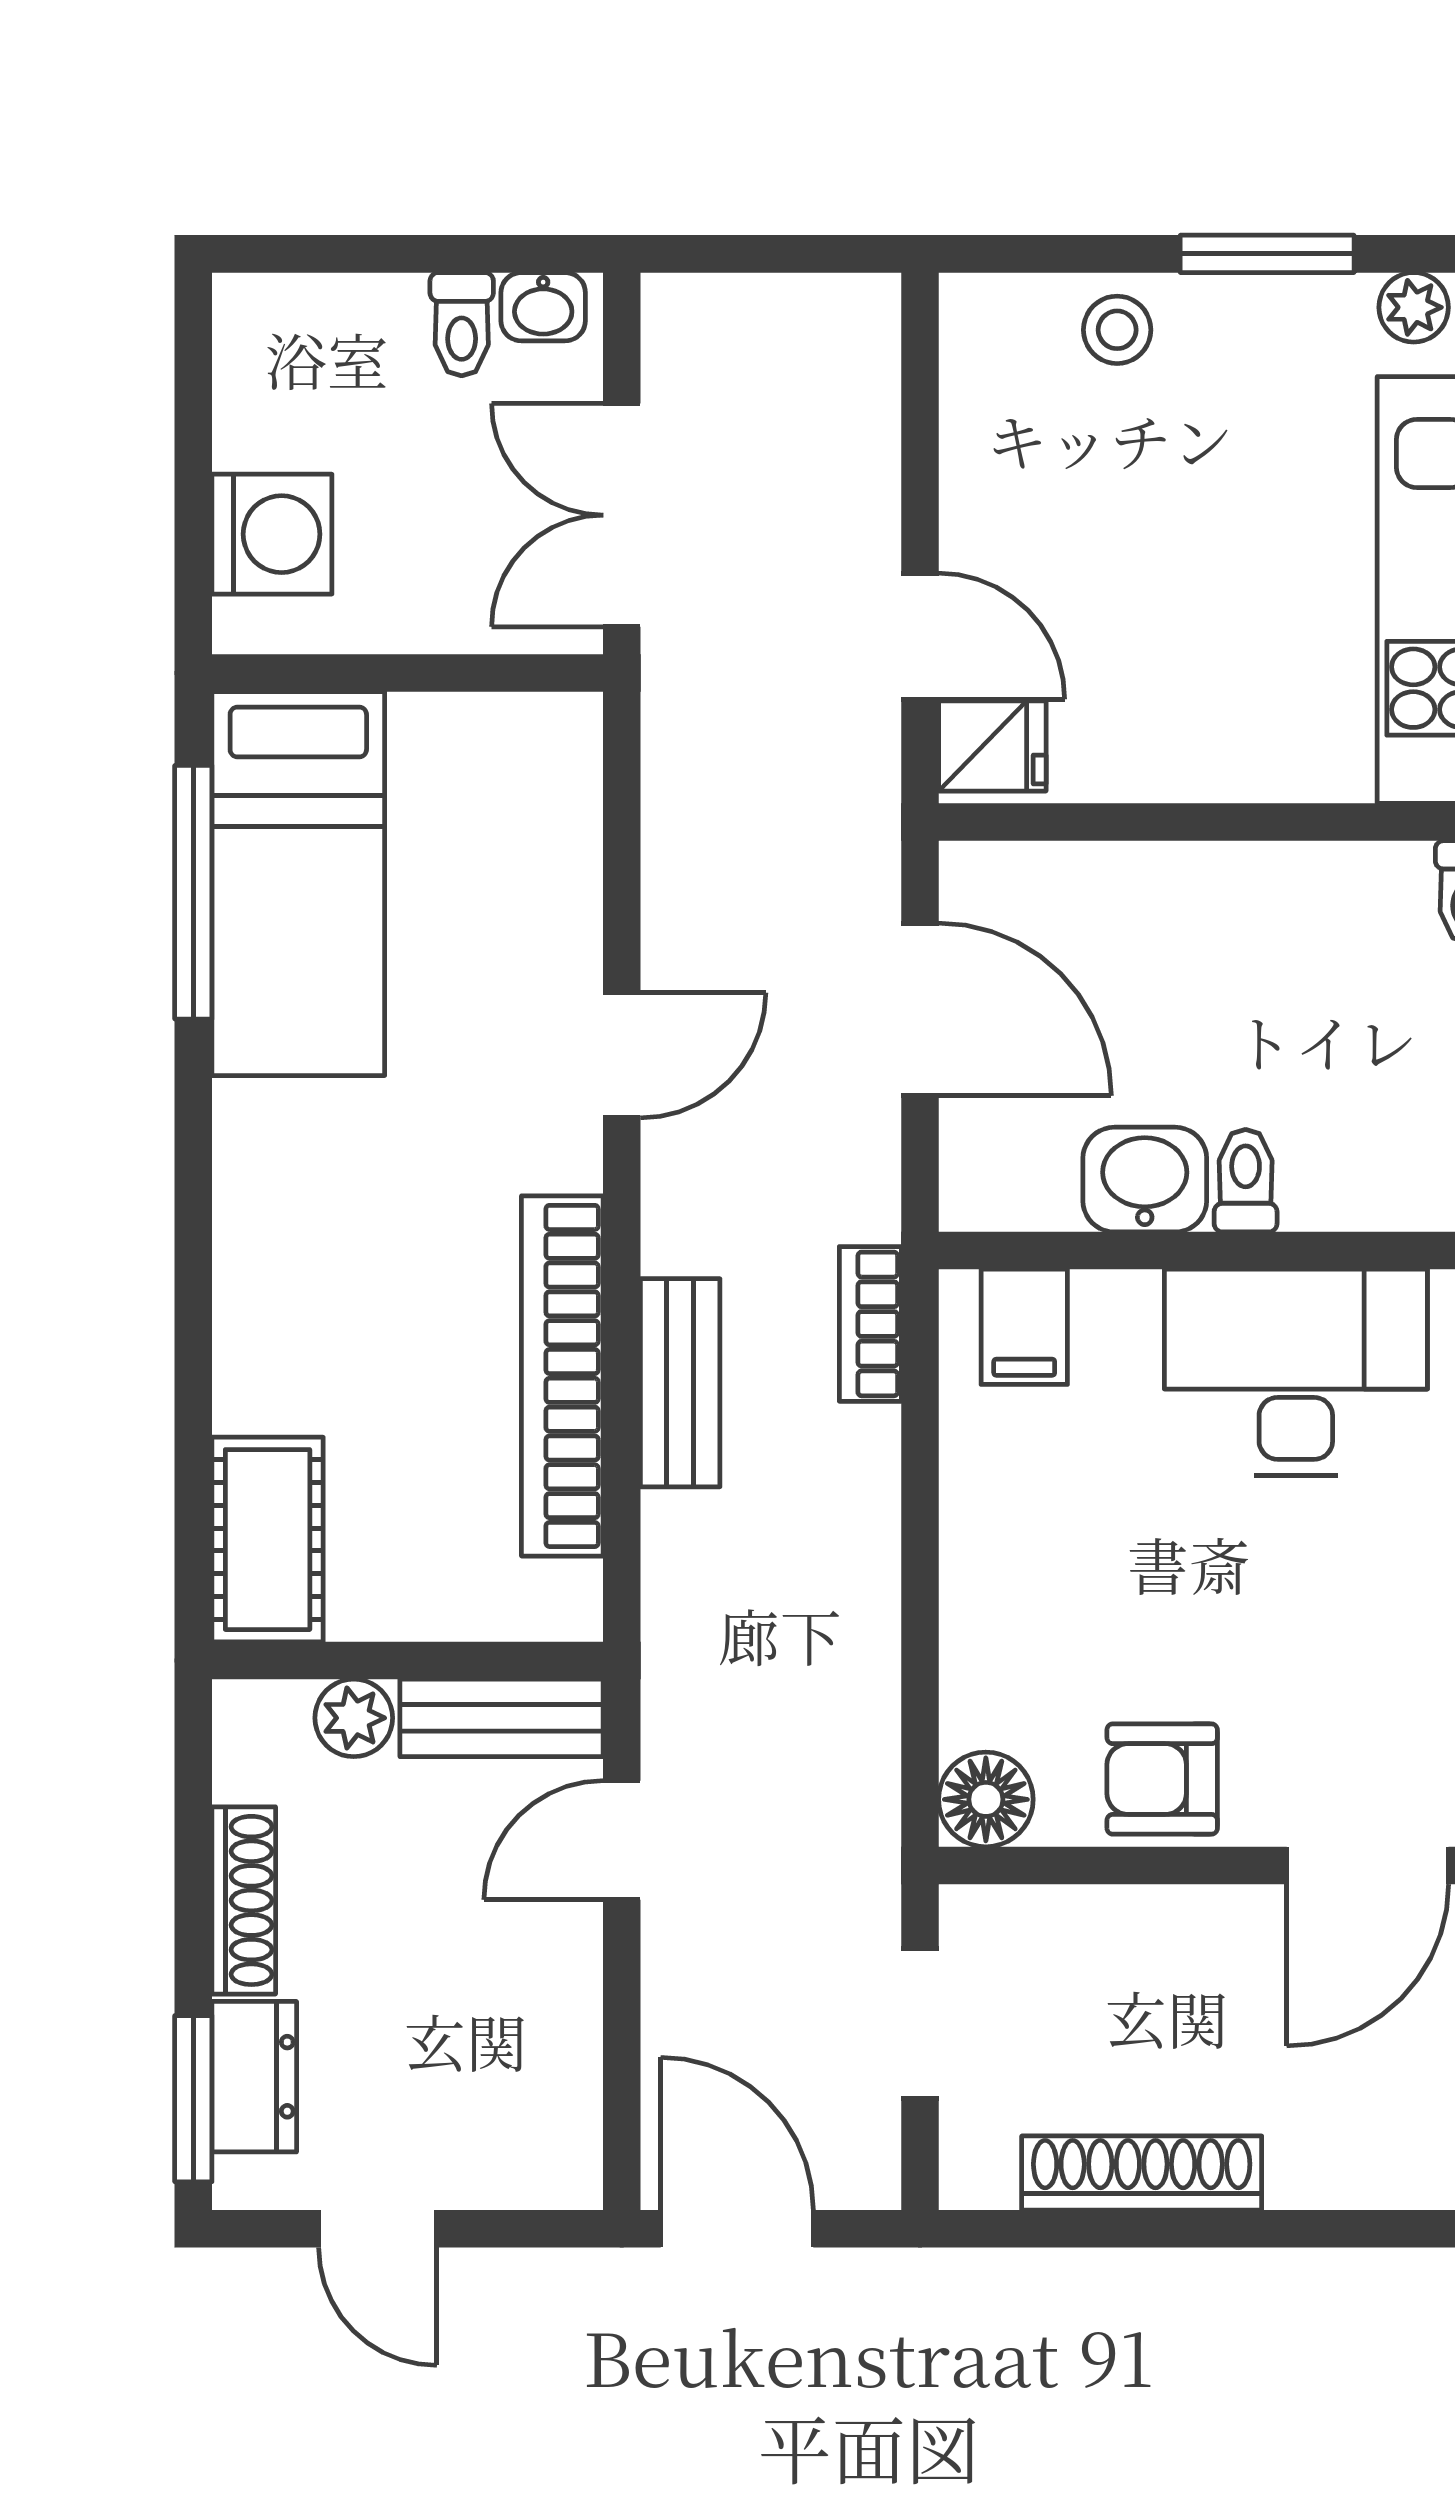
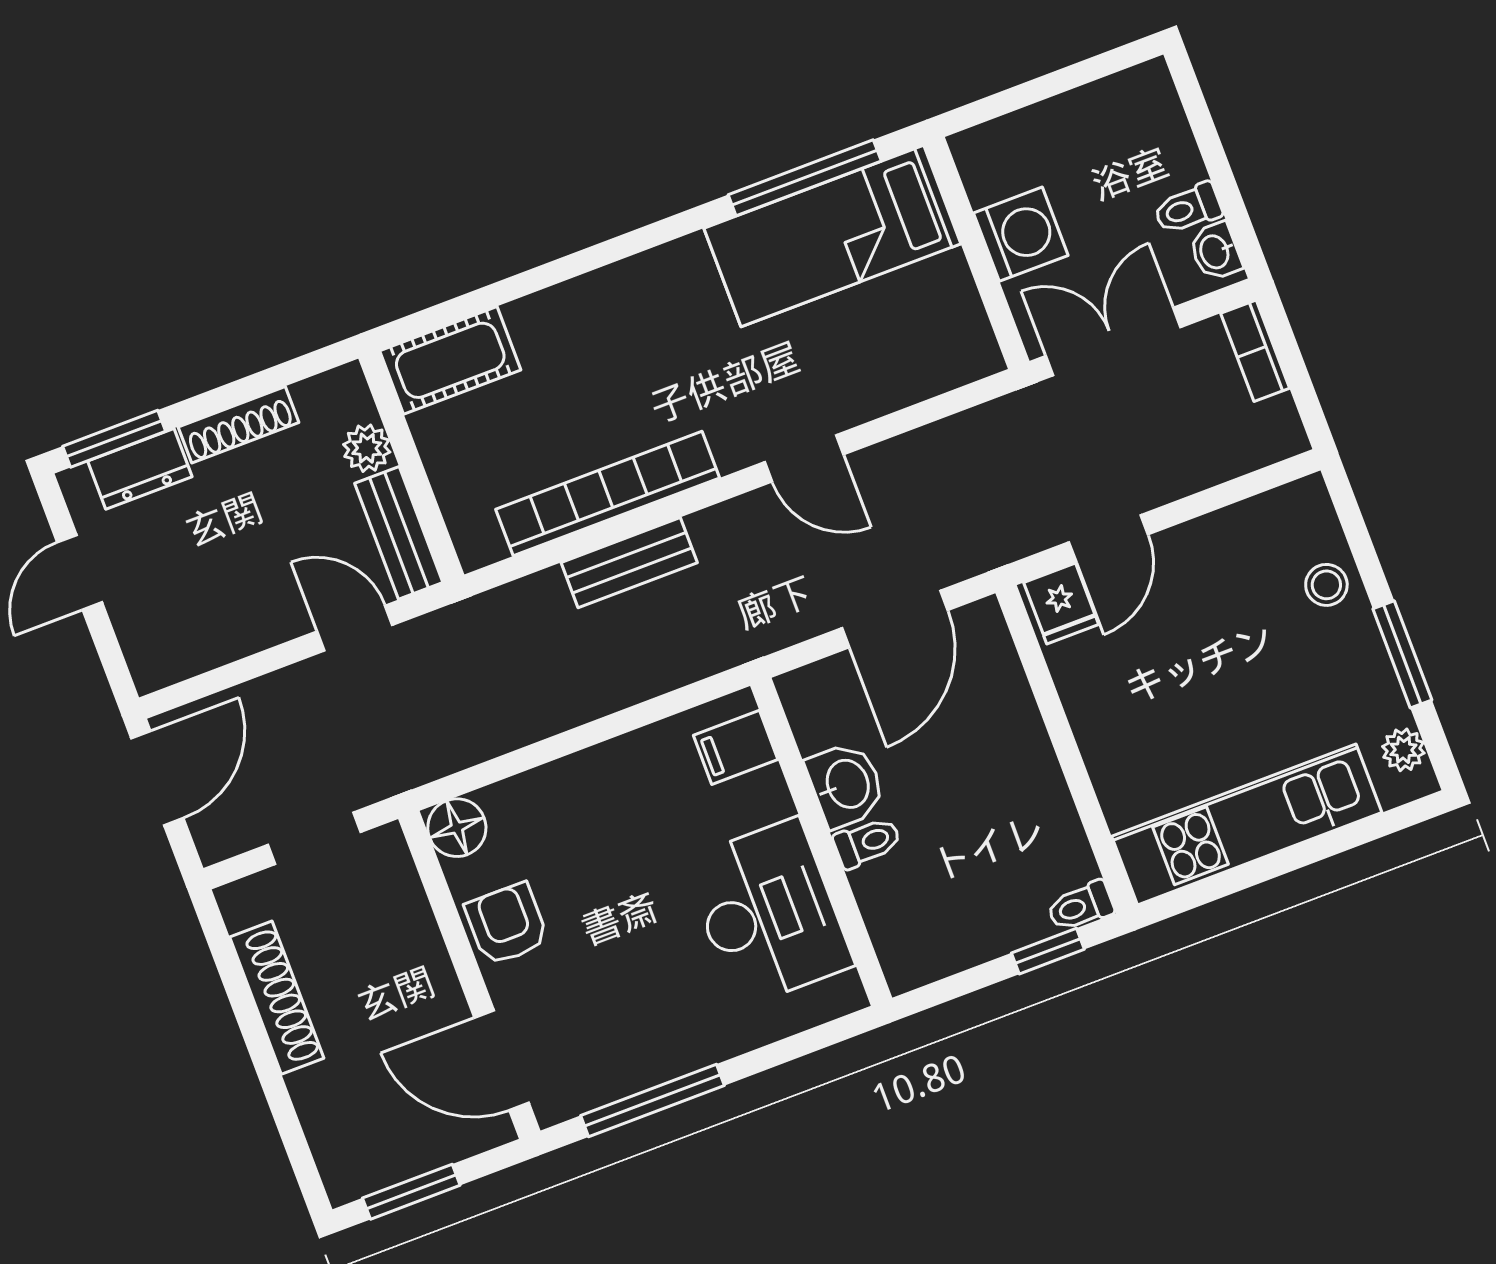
washing machine: (272, 534) -> (1021, 234), moved, turned -90
bookcase: (870, 1324) -> (1255, 351), moved, turned -90

